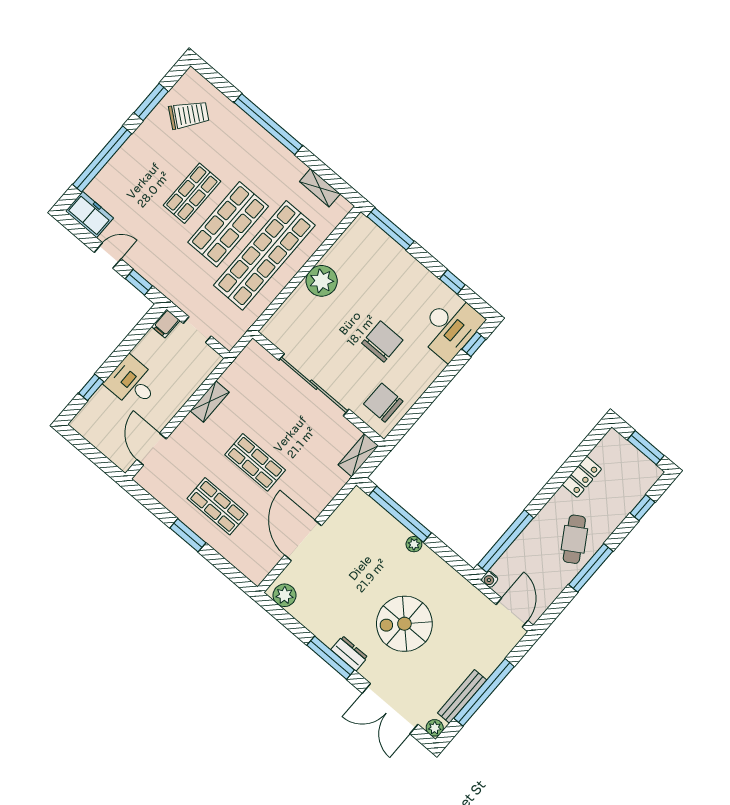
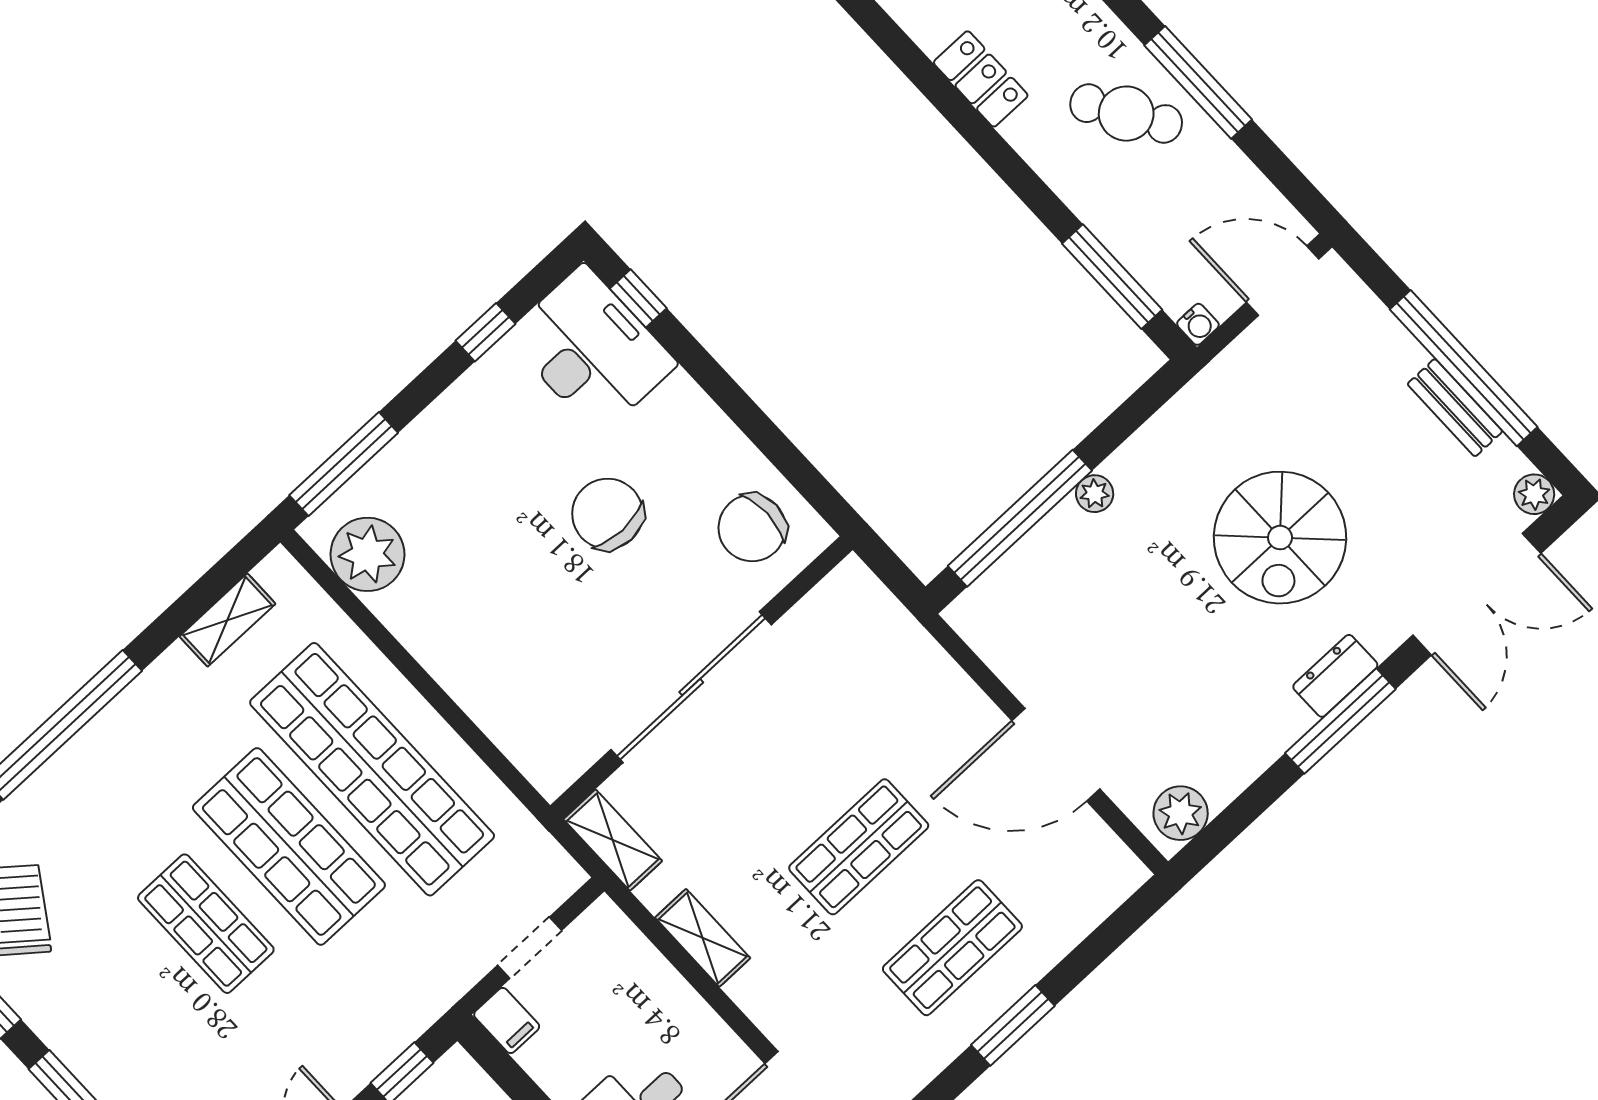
plant: (322, 281) -> (367, 554), moved
shelving: (358, 455) -> (613, 840), moved
window: (505, 541) -> (1112, 277), width x0.68
bench: (462, 696) -> (1455, 408), width x0.73

